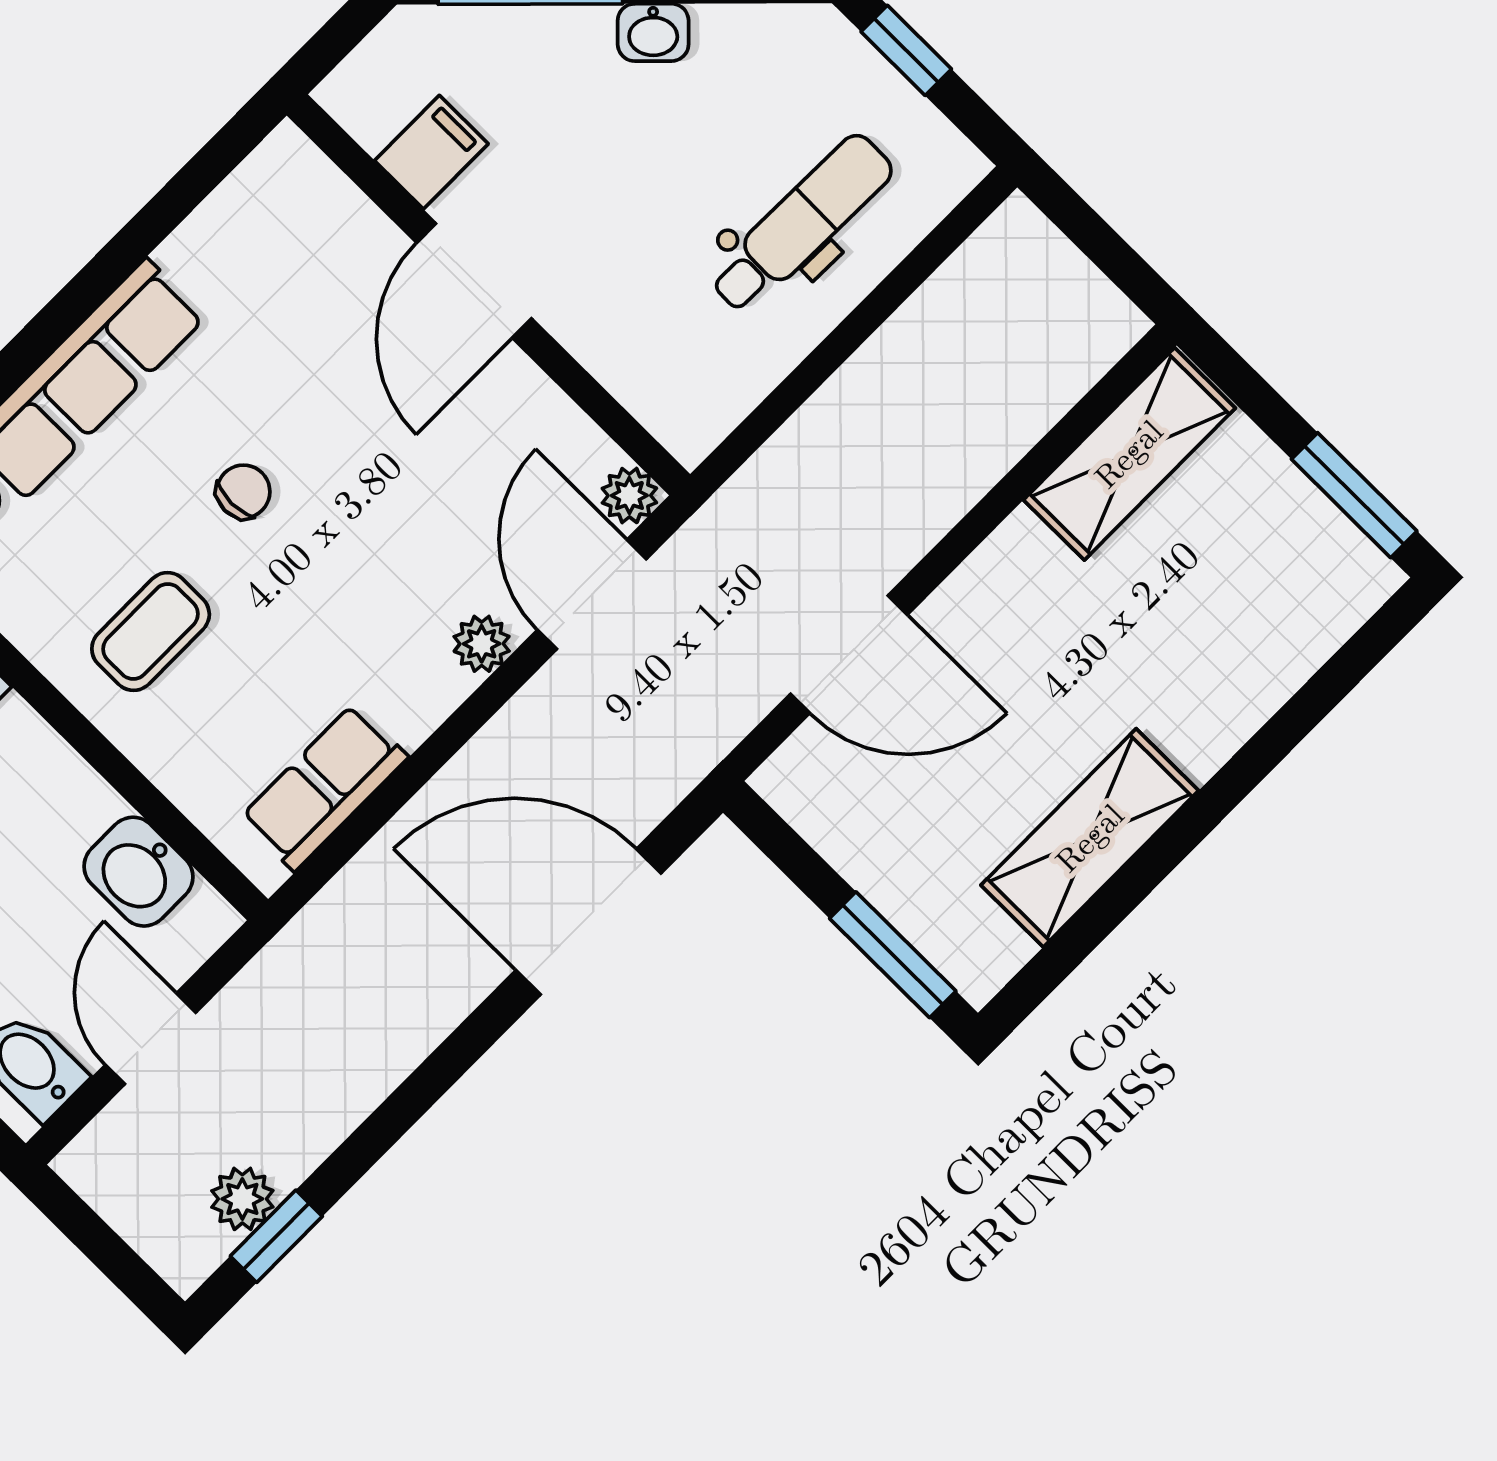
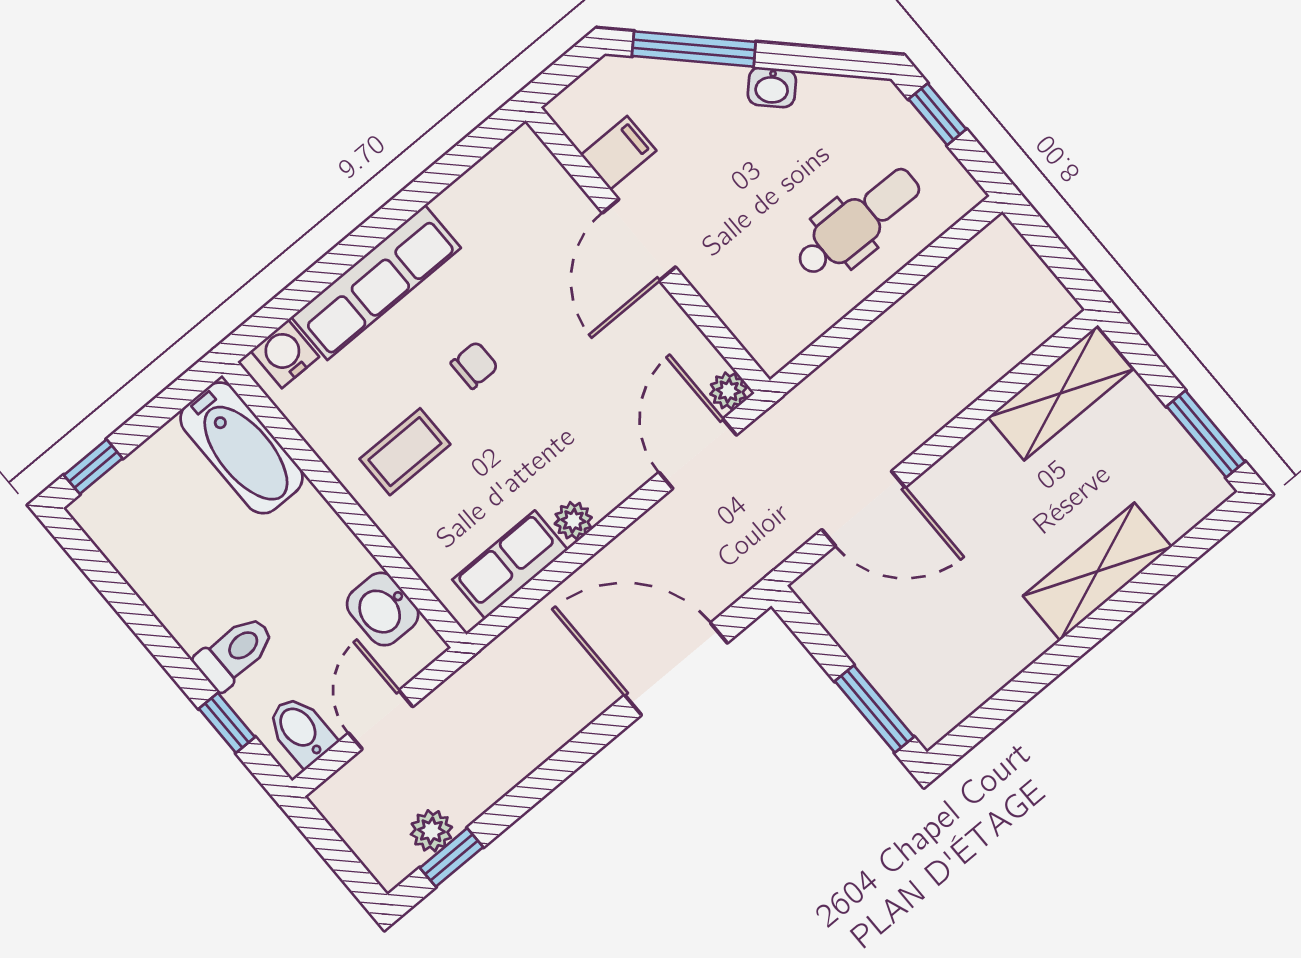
plant: (482, 644) -> (573, 521), moved
shelving: (1090, 838) -> (1097, 571), moved

